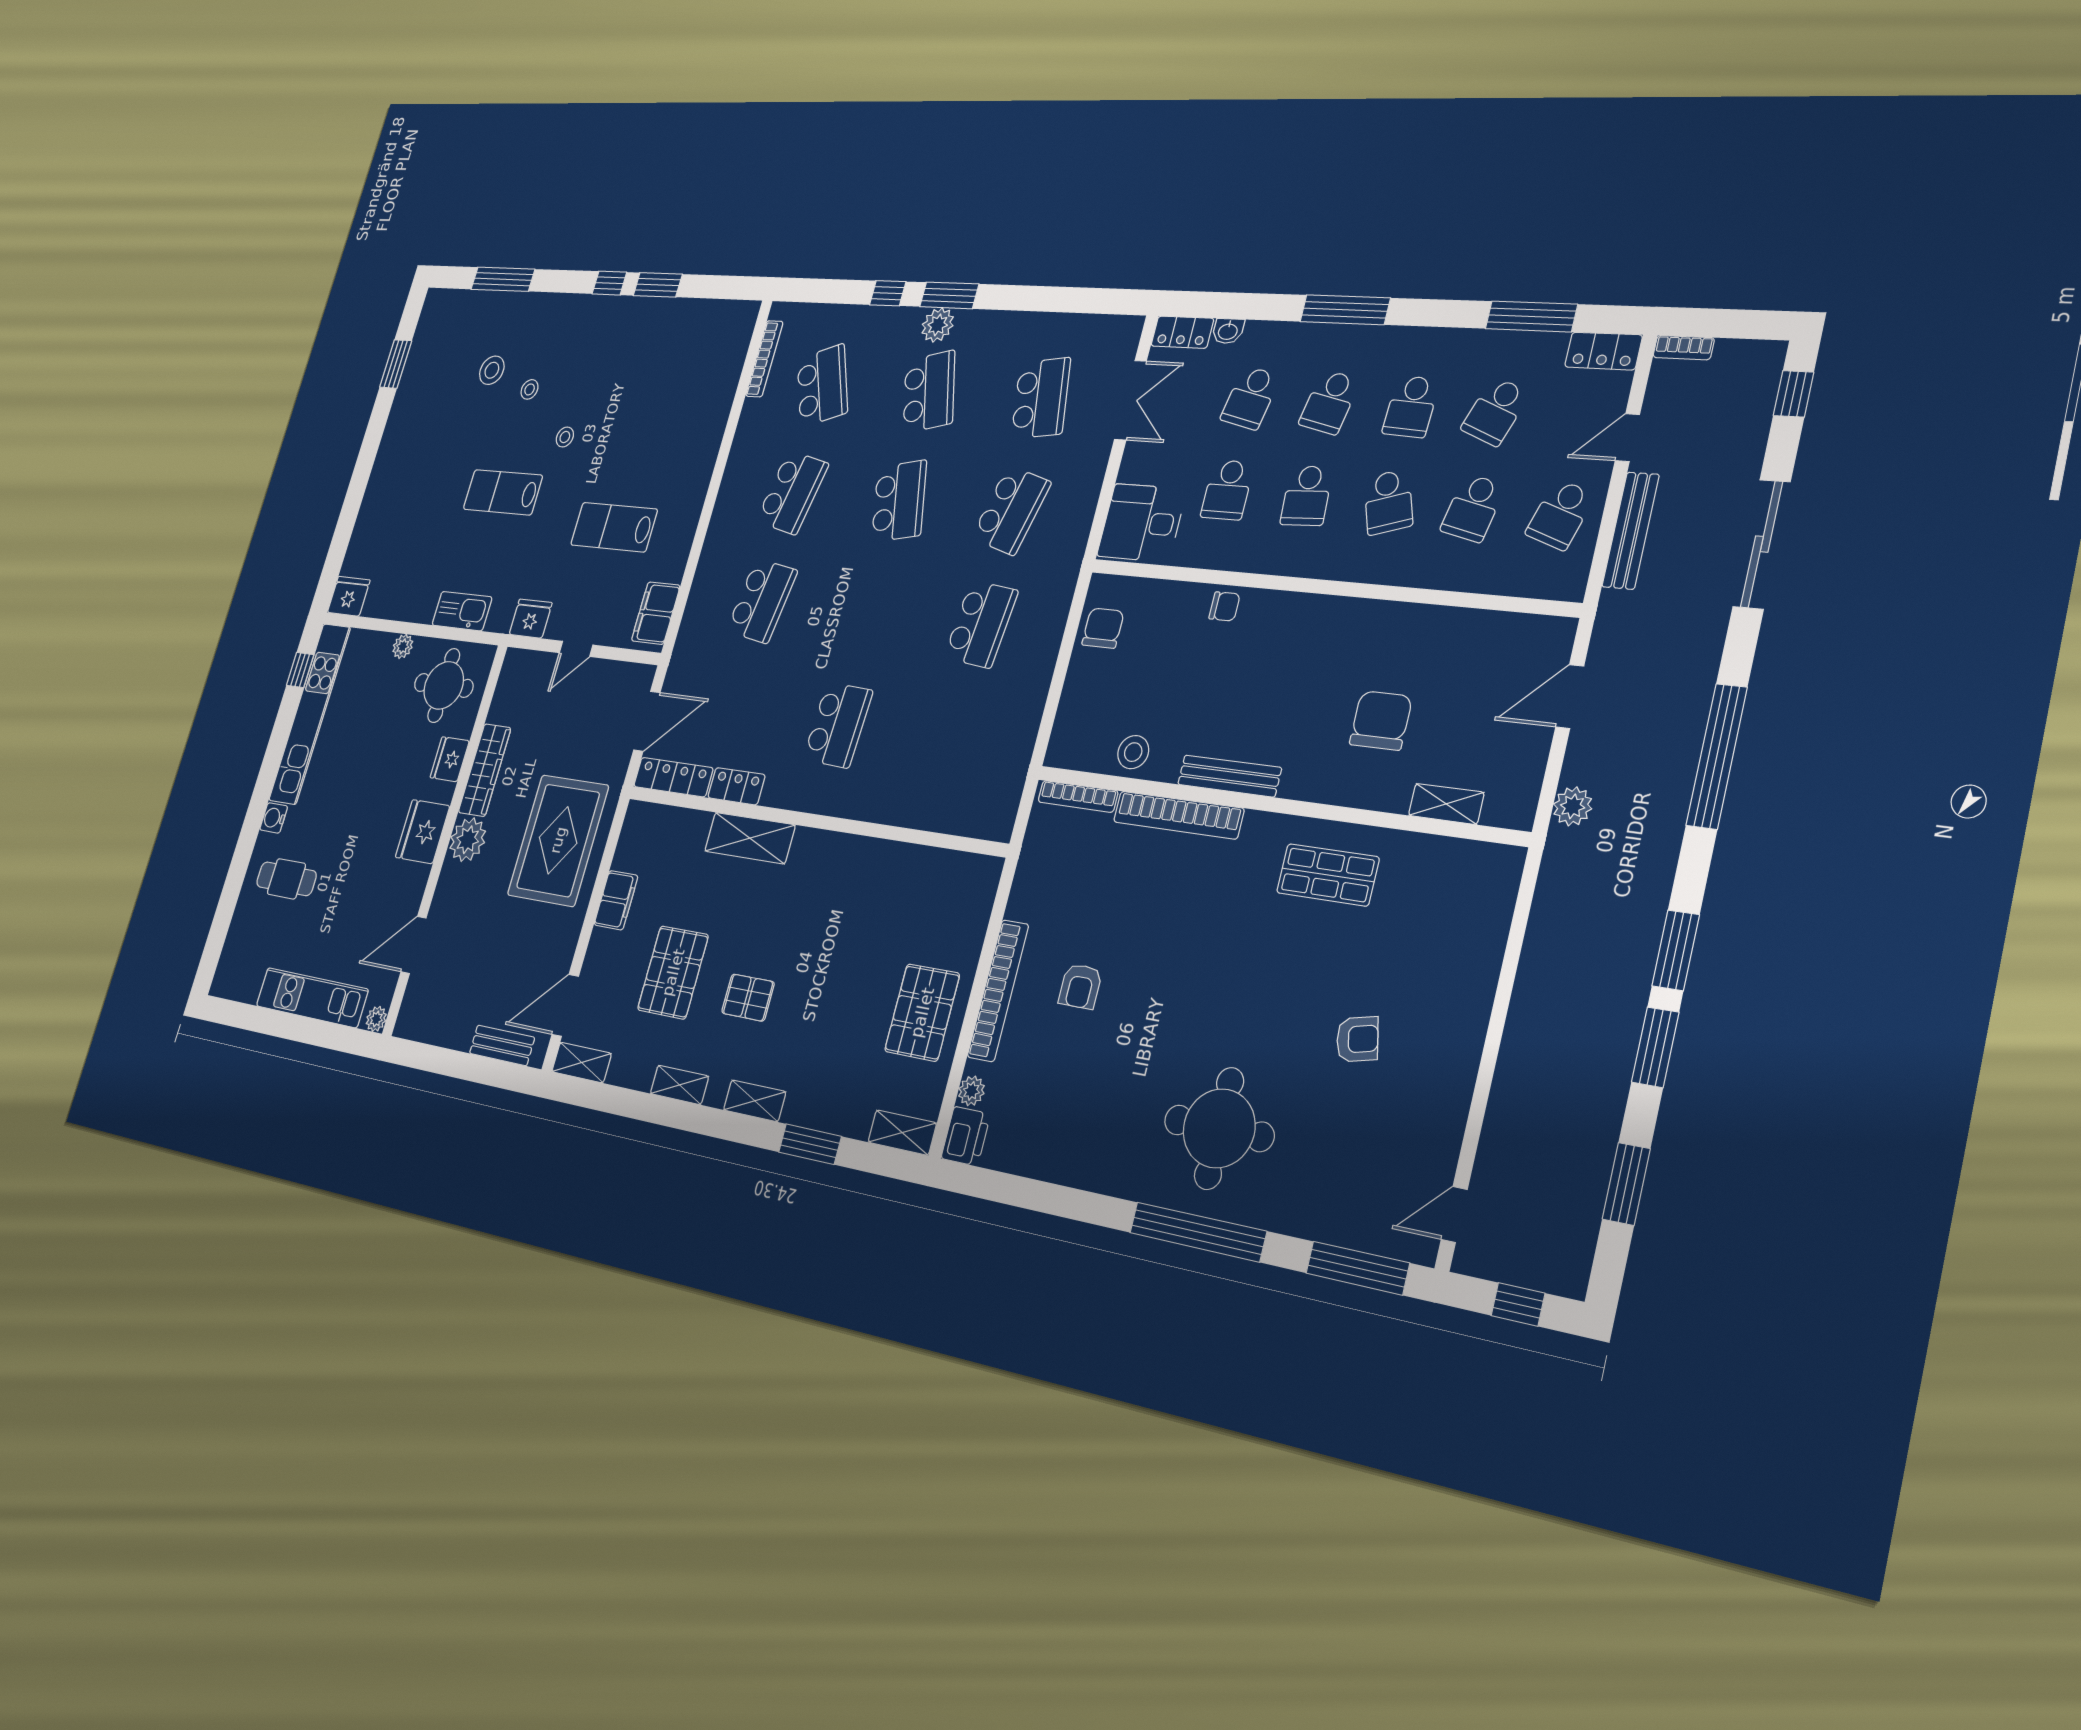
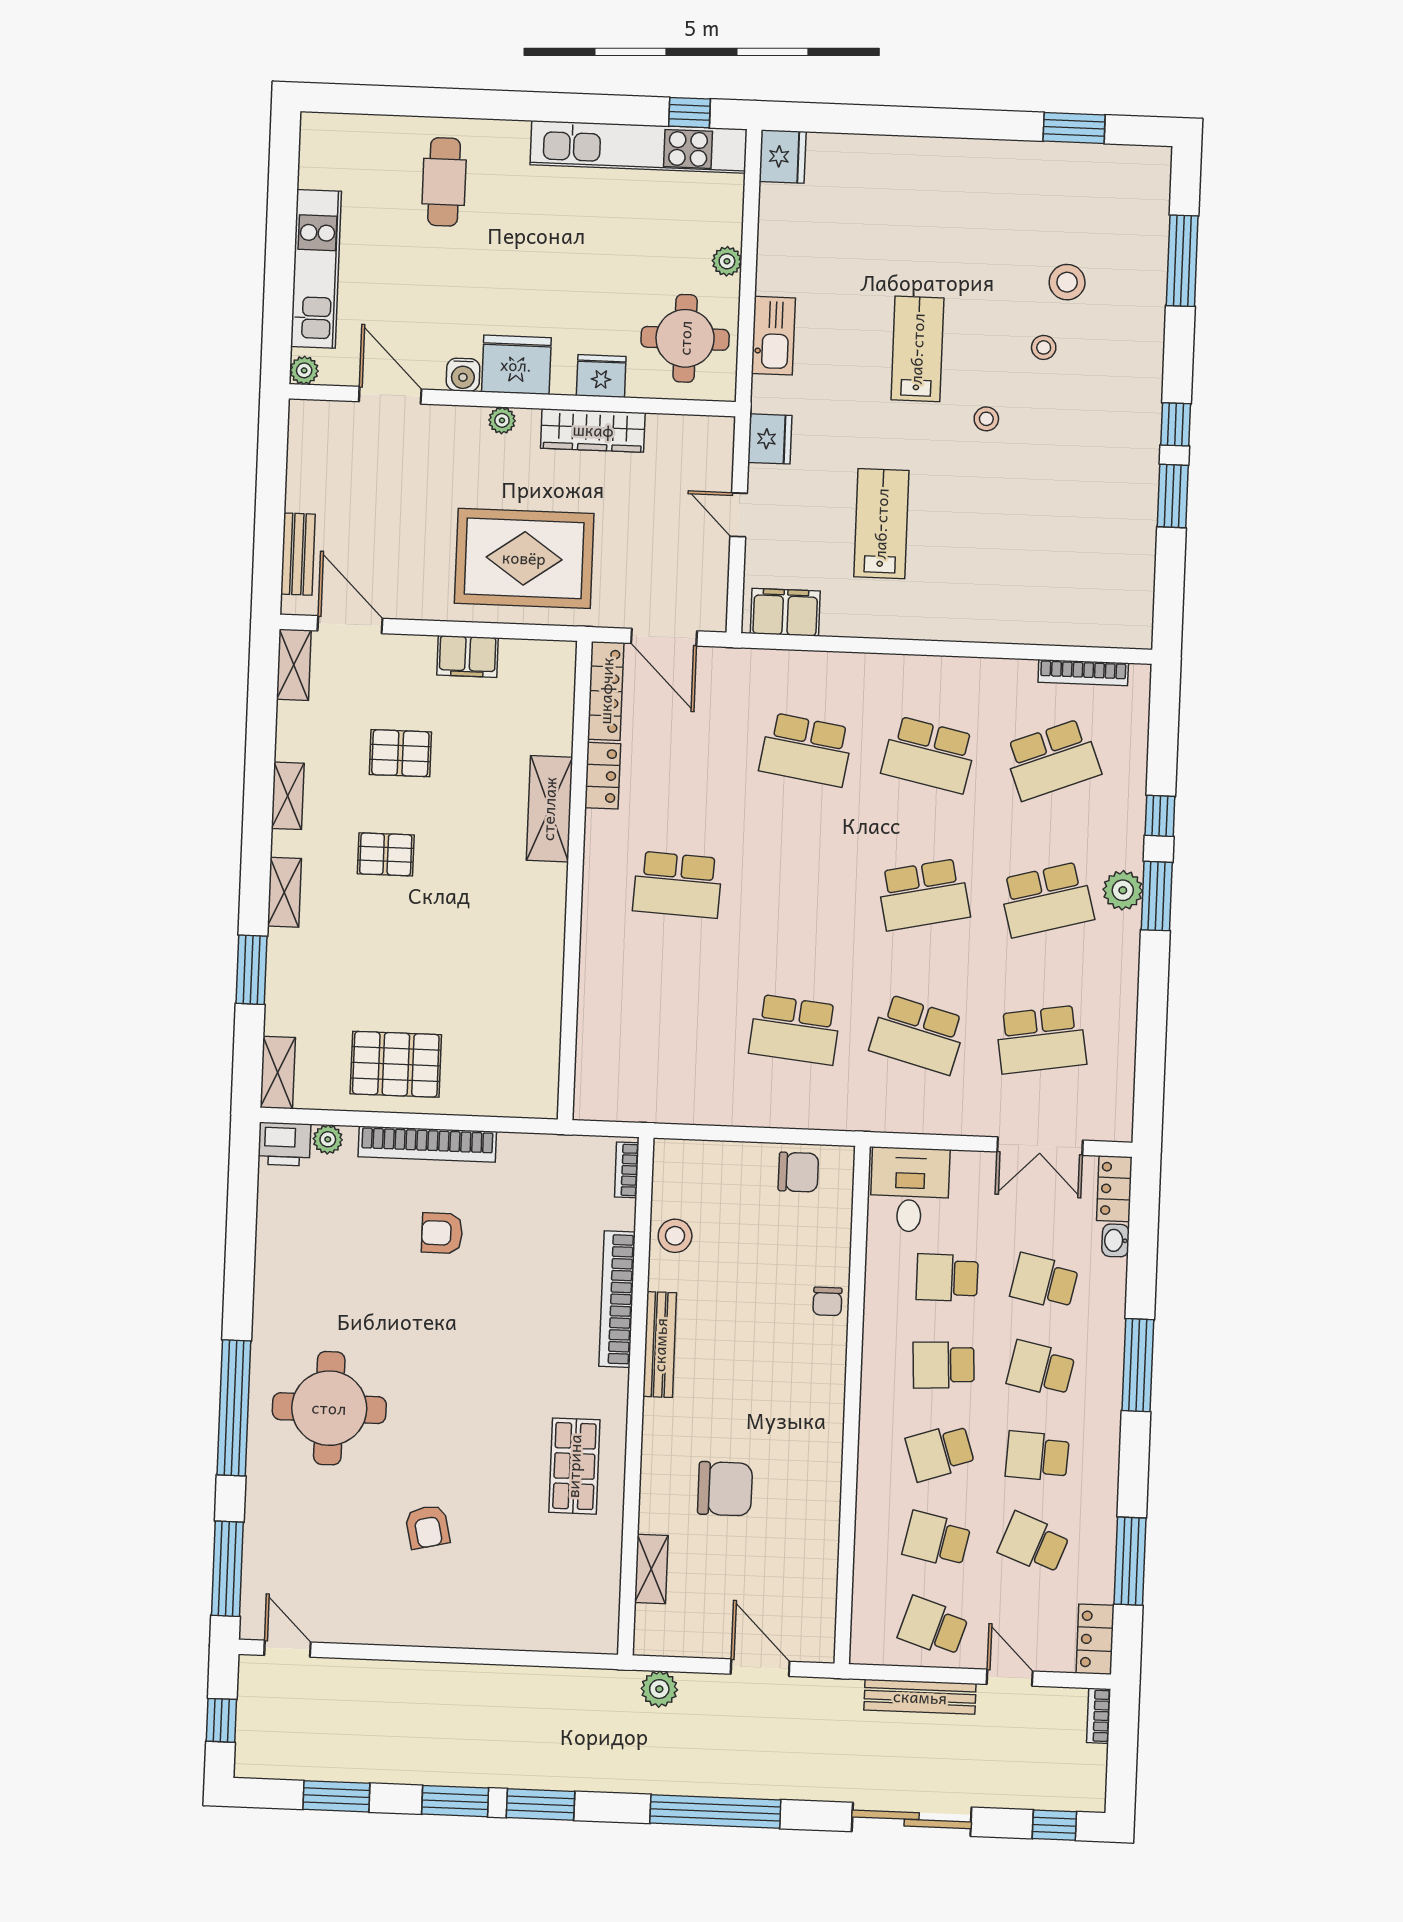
bookcase: (1078, 796) -> (627, 1170), width x0.64
water cooler: (274, 818) -> (463, 375), moved, turned 180
plant: (468, 840) -> (502, 420), width x0.53, depth x0.53
pallet: (673, 972) -> (400, 753), width x0.67, depth x0.71
pallet: (748, 998) -> (386, 854), turned 90

